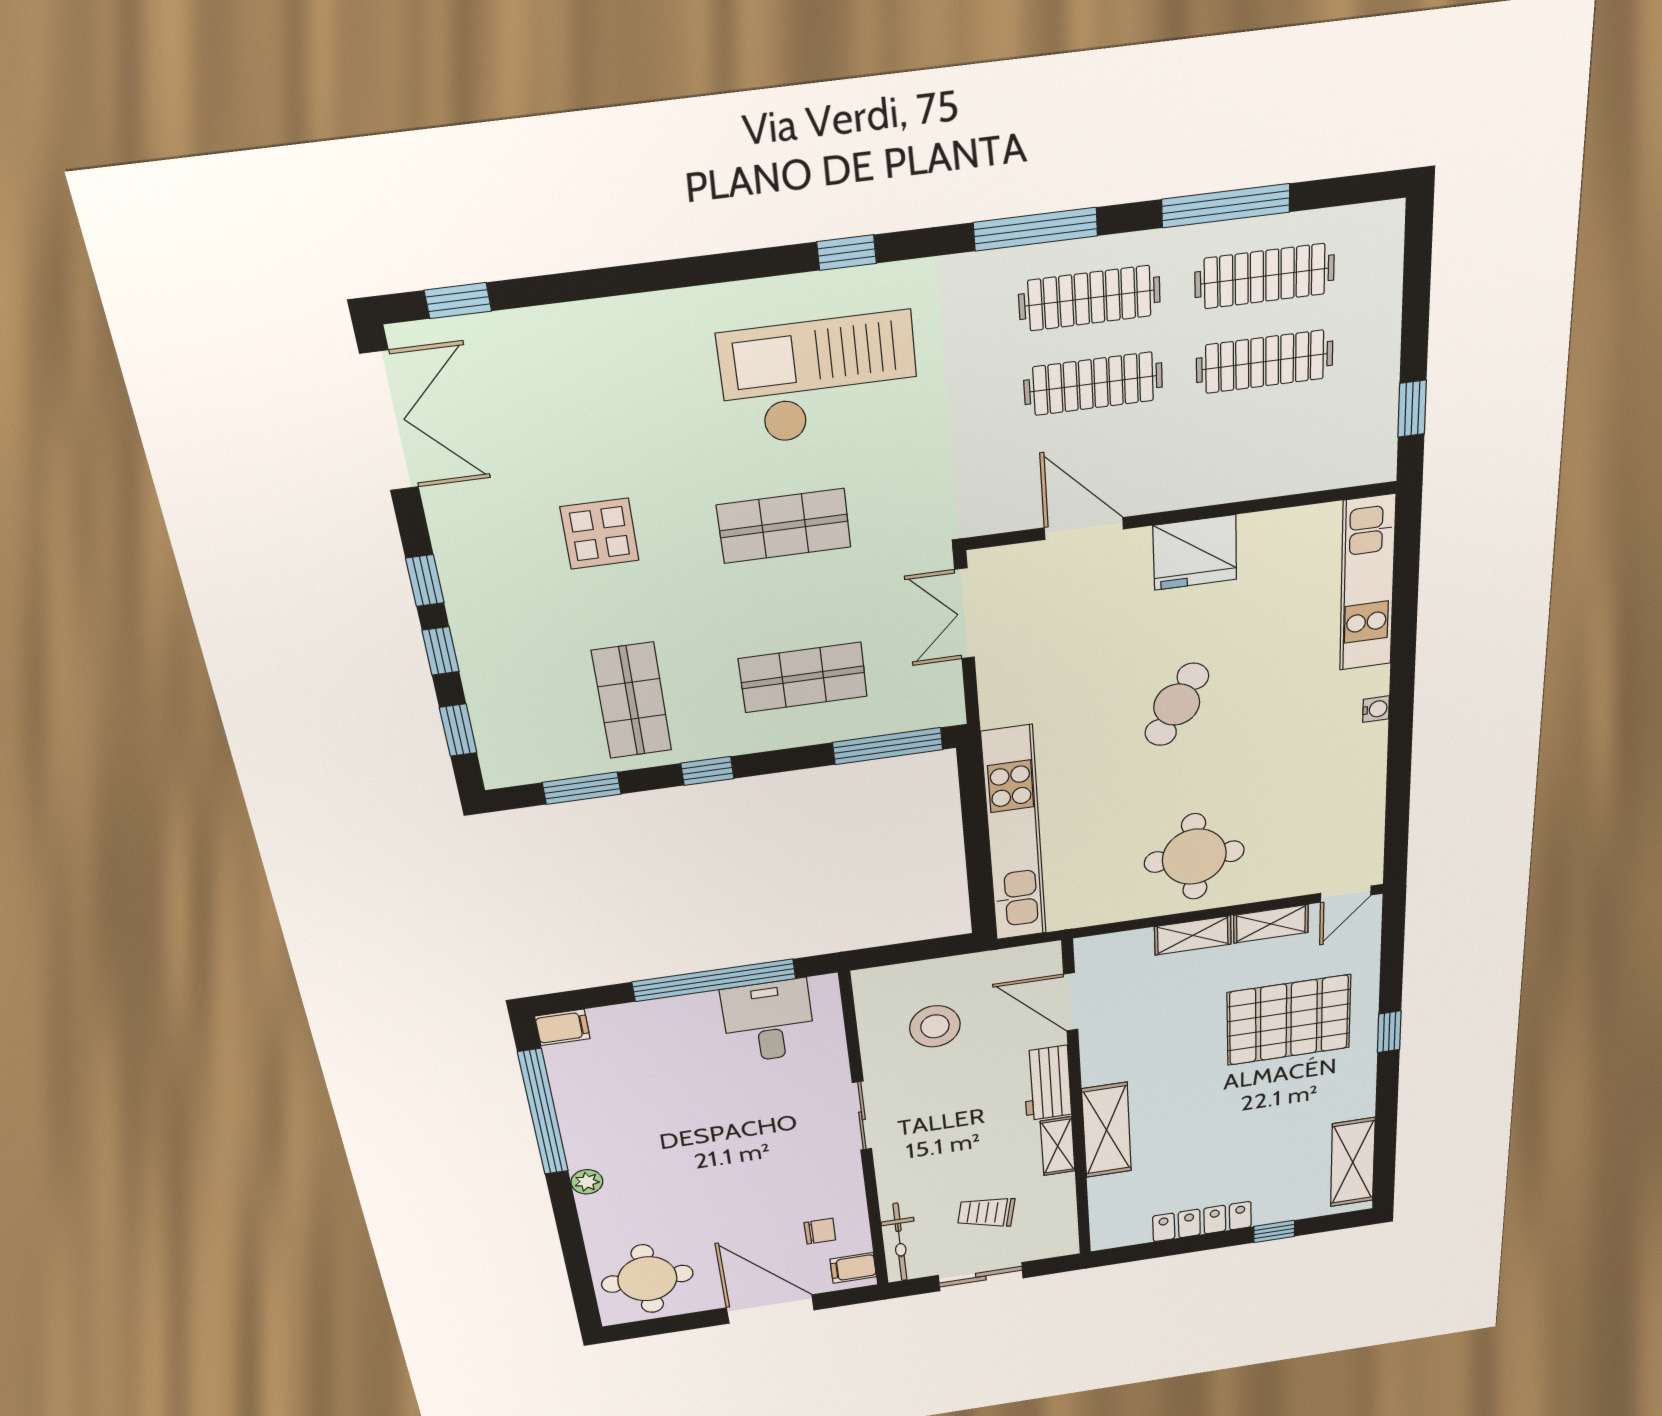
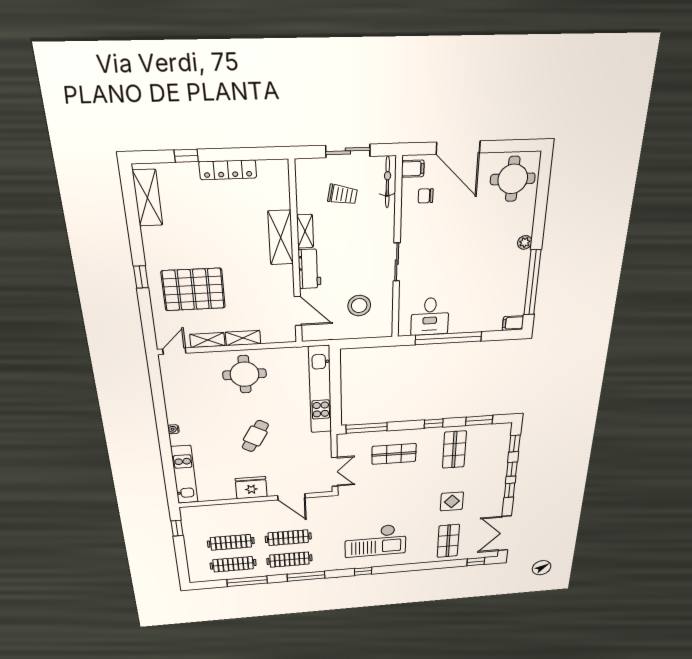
shop shelf: (784, 526) -> (448, 541), moved, turned 90

